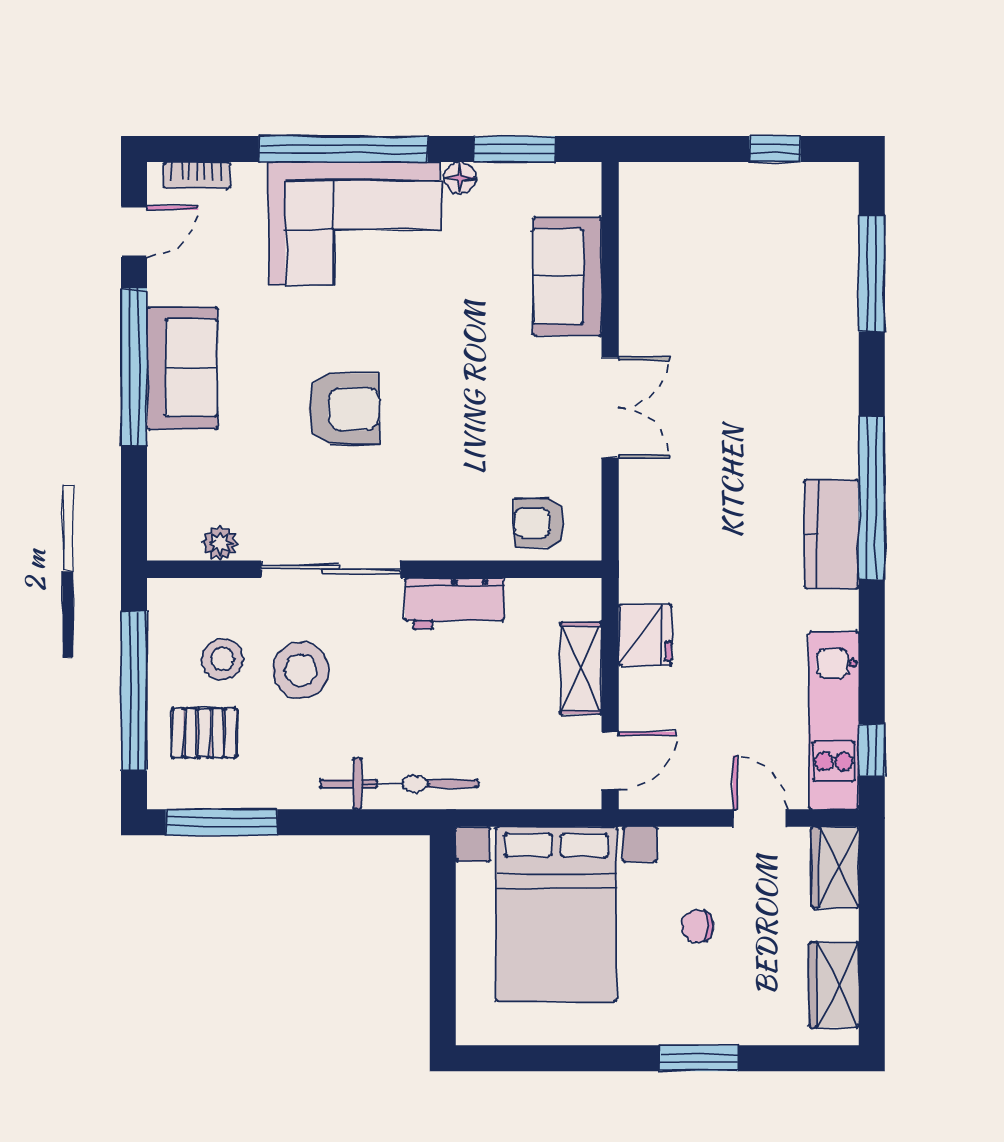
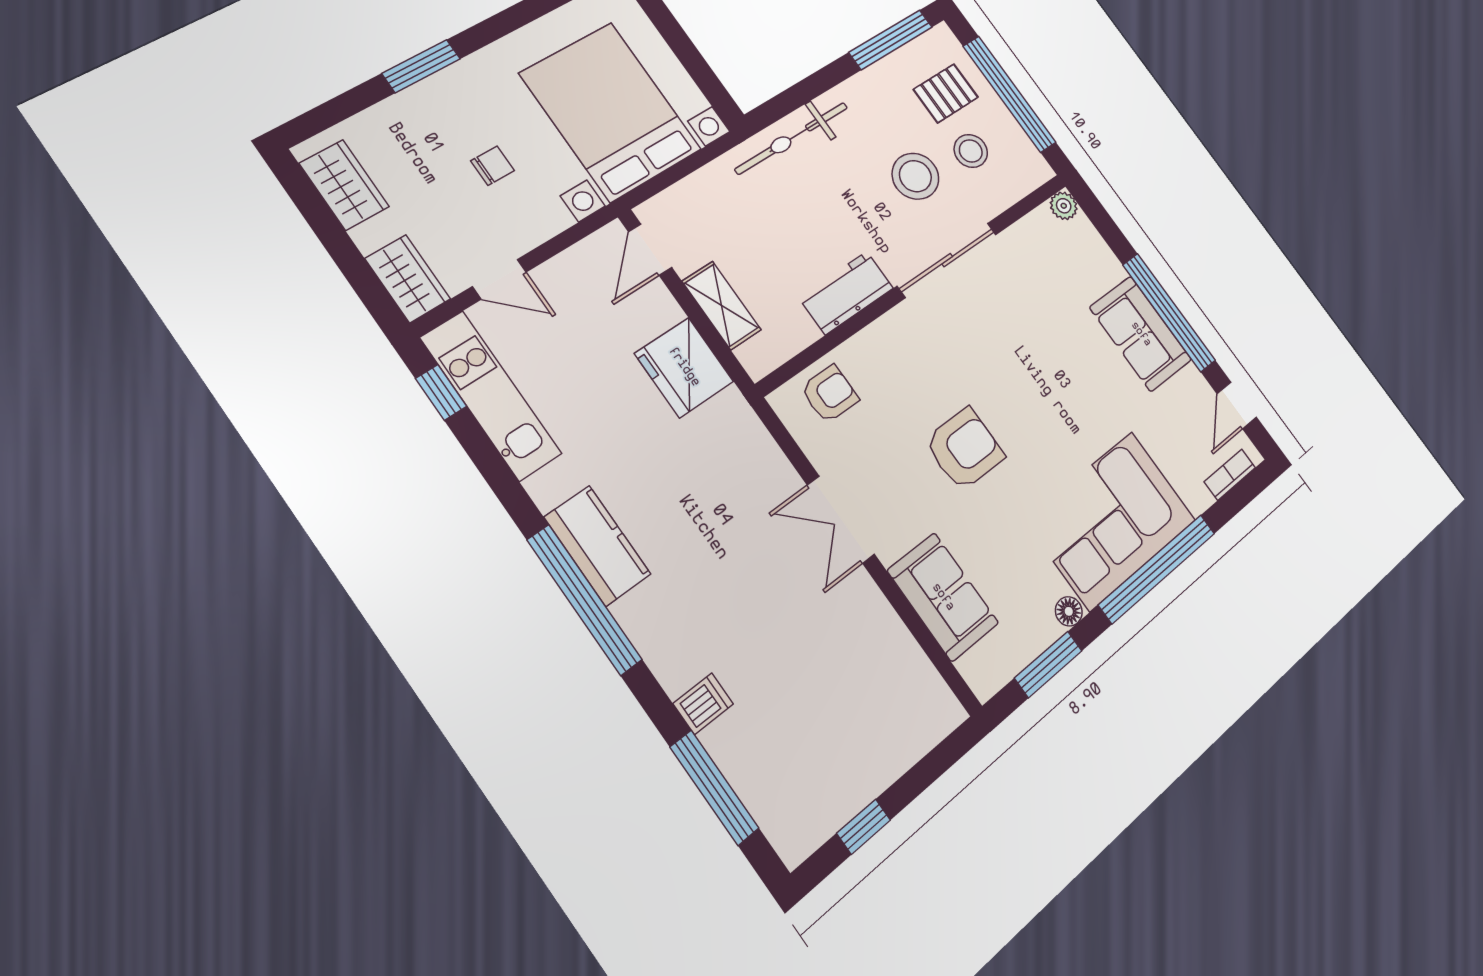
dishwasher: (835, 345) -> (703, 704), added
armchair: (344, 409) -> (965, 449), moved, turned 180
plant: (220, 543) -> (1064, 206), moved
fridge: (645, 635) -> (684, 367), width x1.36, depth x1.34

